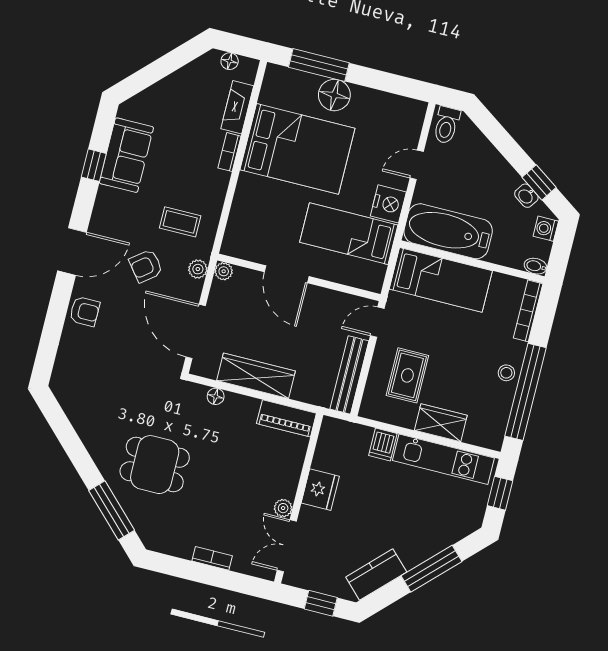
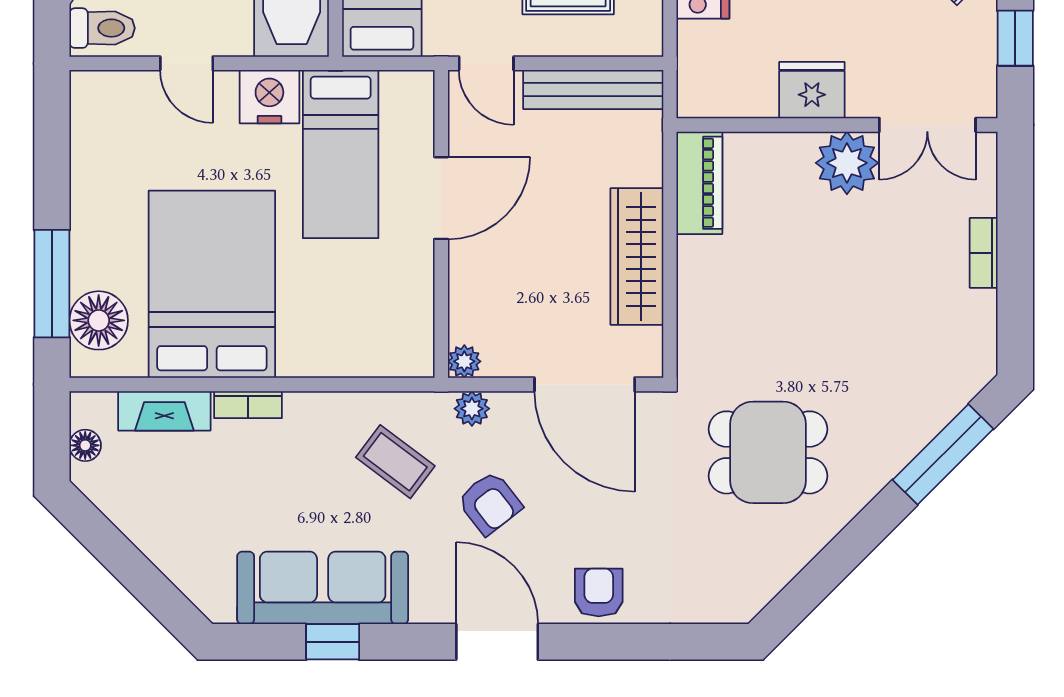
floor lamp: (334, 95) -> (99, 320), moved
sofa: (126, 155) -> (323, 588), width x1.36
coffee table: (180, 222) -> (395, 462), turned -53
door: (287, 274) -> (441, 198), moved
door: (196, 331) -> (585, 384), hinge flipped
floor lamp: (216, 396) -> (692, 319), removed
dining table: (155, 465) -> (768, 452), moved, turned 90
plant: (283, 508) -> (847, 163), width x1.87, depth x1.87

